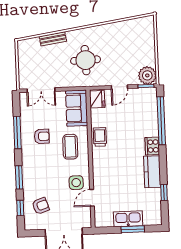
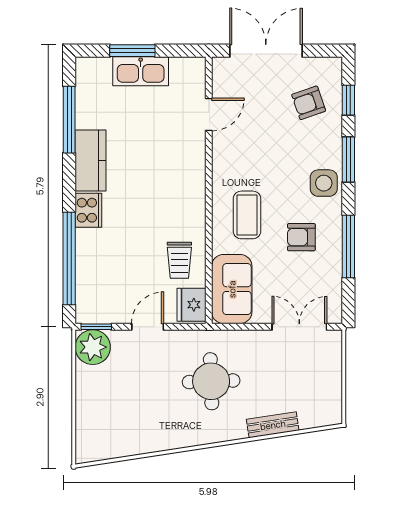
trolley: (100, 137) -> (179, 260), moved
side table: (76, 183) -> (324, 183), moved
window: (164, 192) -> (69, 120), width x2.17

